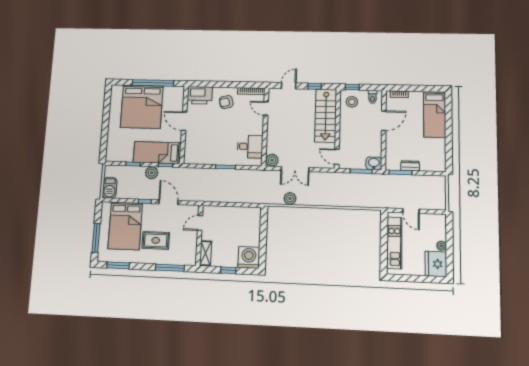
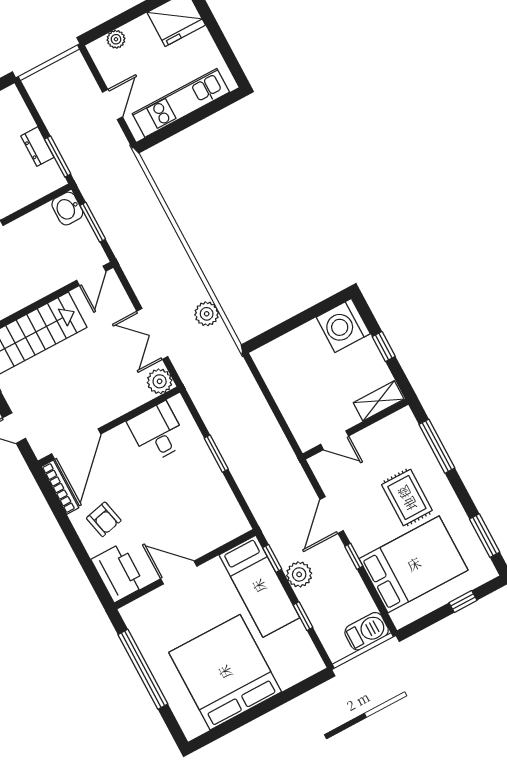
bed: (142, 107) -> (225, 672), moved, turned -90
door: (266, 108) -> (76, 444), width x1.88
door: (184, 121) -> (179, 573), swing flipped
double door: (295, 169) -> (152, 334), swing flipped
window: (96, 238) -> (463, 601), width x0.46
plant: (441, 246) -> (116, 39), moved

